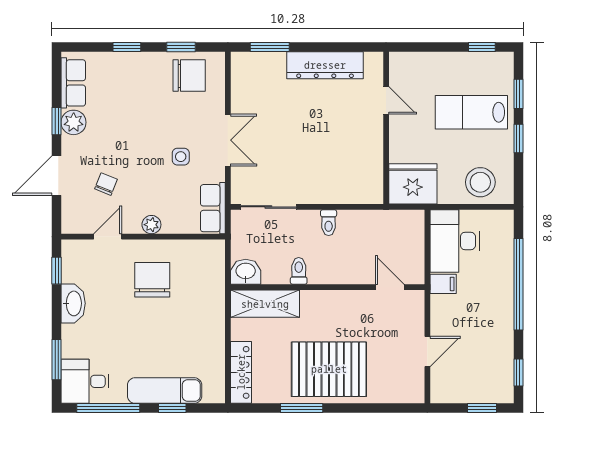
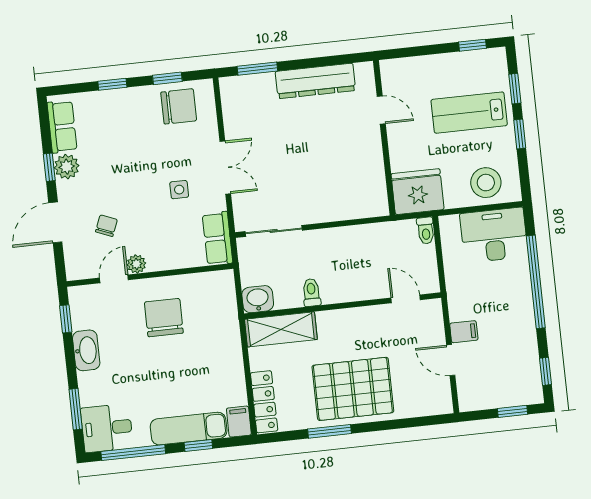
toilet: (329, 223) -> (426, 231), moved
plant: (151, 225) -> (136, 264), moved
desk: (455, 241) -> (494, 235), moved, turned 90
filing cabinet: (443, 284) -> (464, 332), moved
door: (427, 351) -> (451, 360), swing flipped
filing cabinet: (214, 389) -> (239, 422), added

